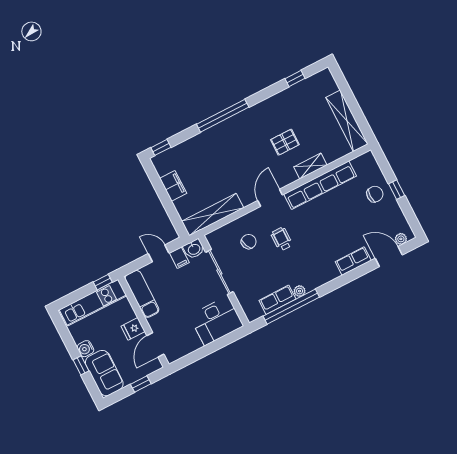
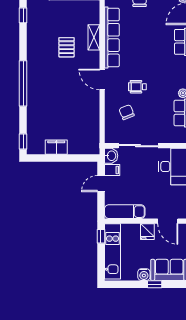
shelving: (213, 215) -> (93, 129), removed

